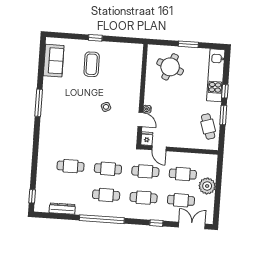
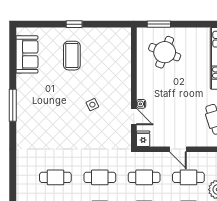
window: (188, 44) -> (159, 24), moved
door: (159, 148) -> (178, 149), moved

